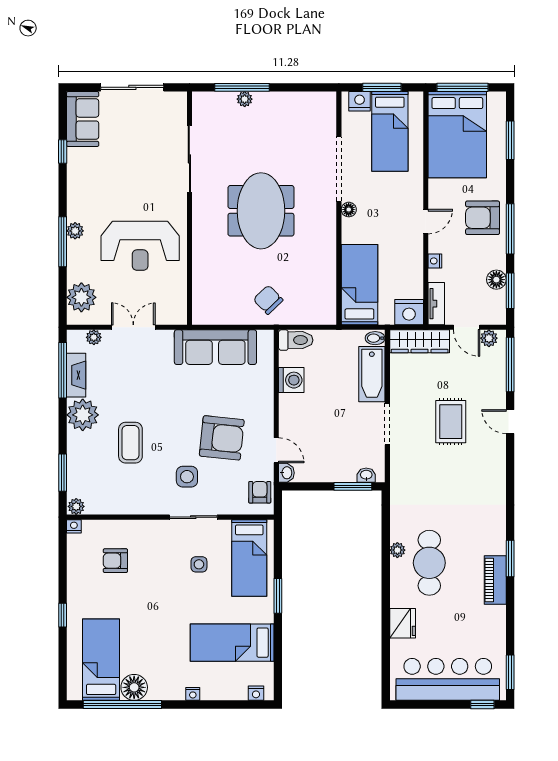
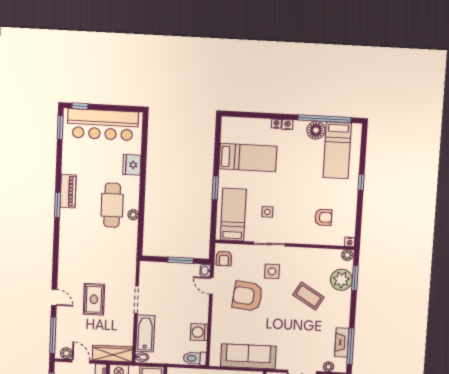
plant: (83, 415) -> (341, 280), moved
coffee table: (130, 443) -> (308, 296), turned -59
washbasin: (366, 475) -> (152, 266), removed
window: (353, 486) -> (181, 260), moved
nightstand: (256, 693) -> (287, 125), moved

